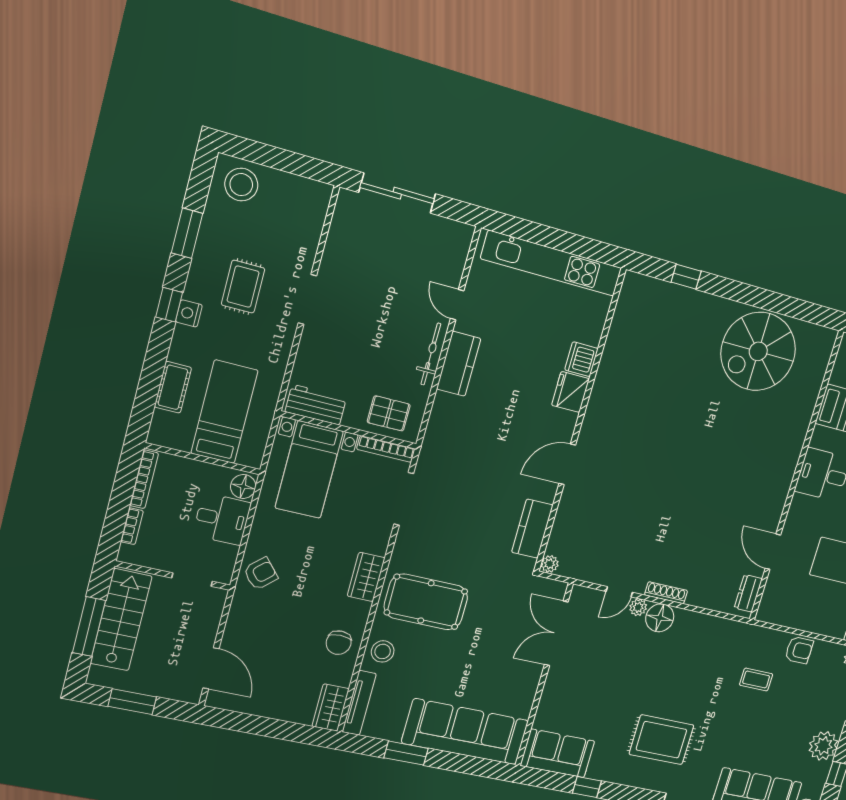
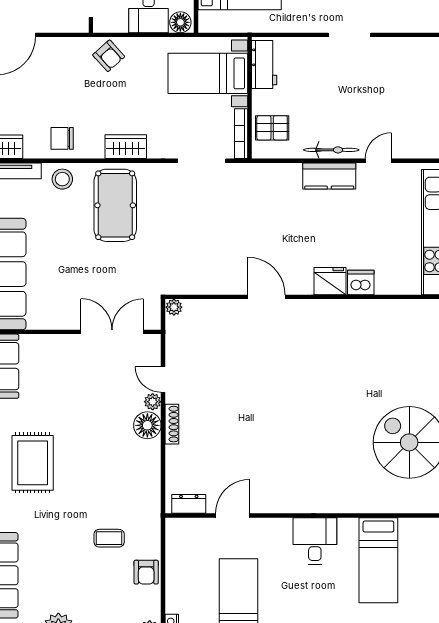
pallet: (389, 413) -> (272, 128), turned 90
kitchen counter: (532, 529) -> (202, 282), removed
coffee table: (756, 680) -> (109, 538), turned 90

